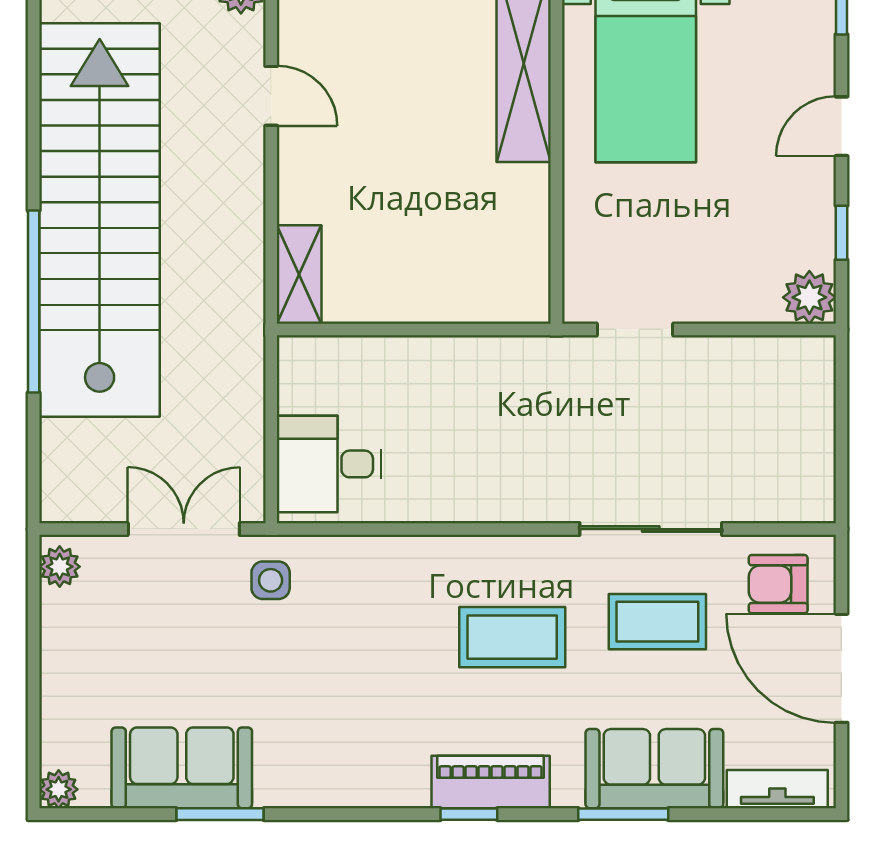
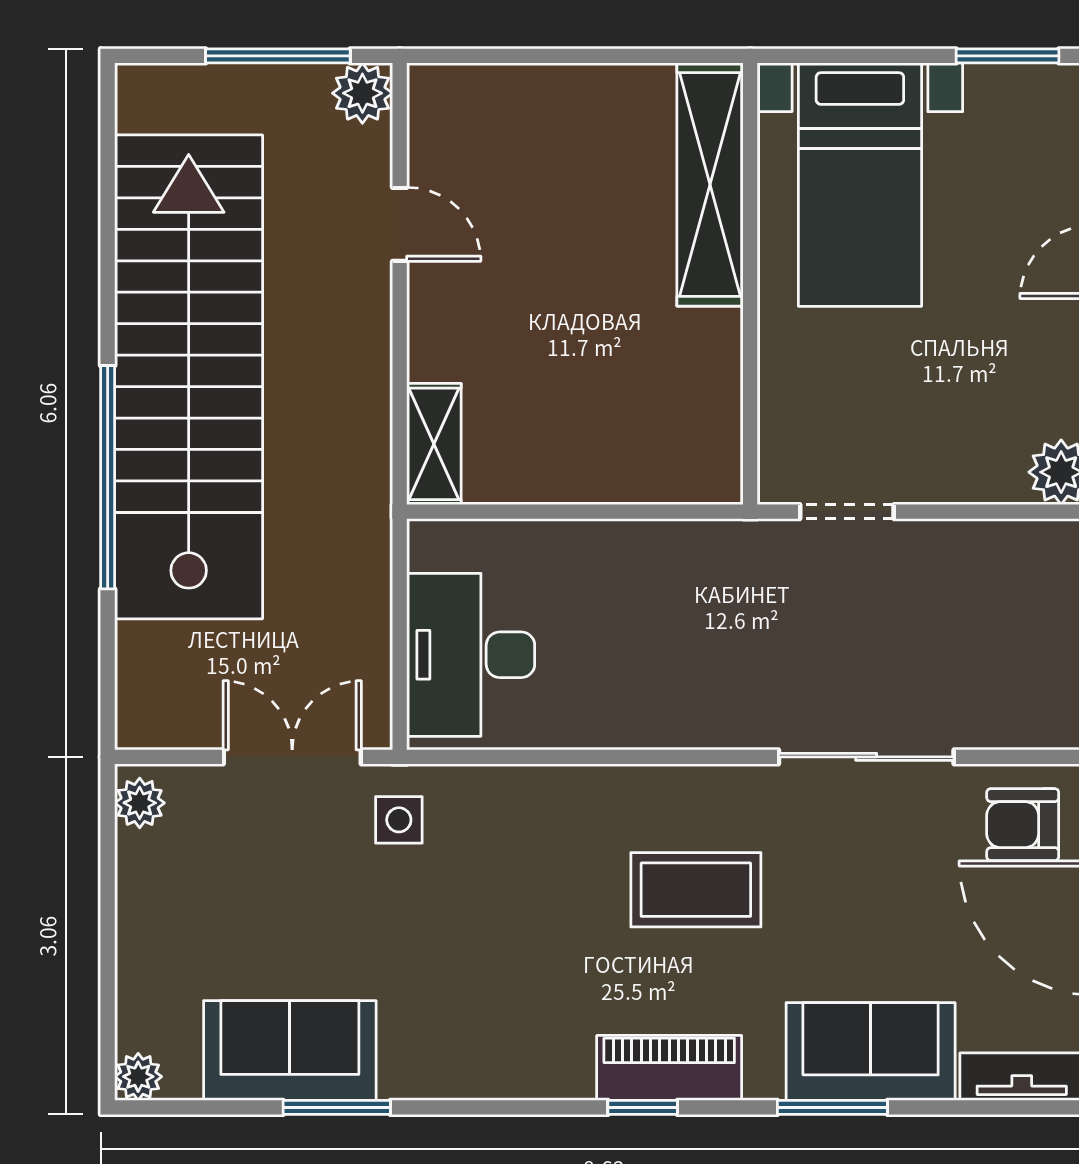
desk: (329, 464) -> (471, 655), width x1.37
coffee table: (657, 622) -> (874, 871), removed

